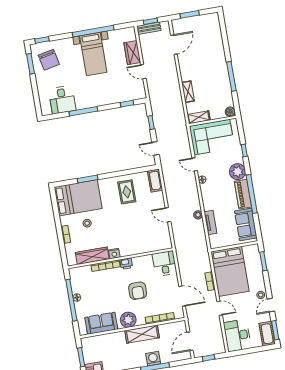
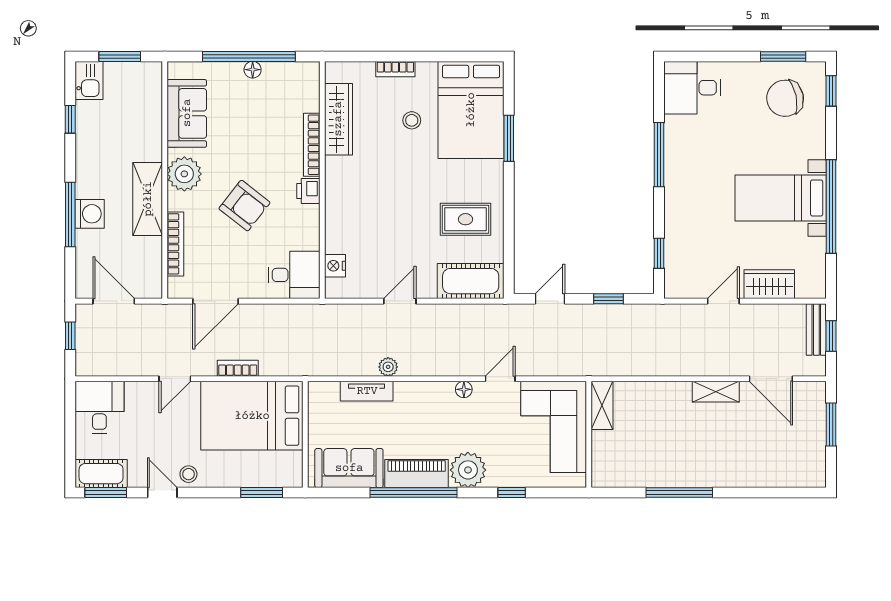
shelving: (188, 92) -> (716, 392), moved
desk: (62, 100) -> (692, 88), moved
boiler: (230, 112) -> (602, 477), removed
cot: (155, 181) -> (471, 281), width x1.37, depth x1.34
nightstand: (114, 254) -> (335, 266), moved
armchair: (138, 291) -> (244, 206), turned -142
desk: (237, 335) -> (99, 407), width x0.73

